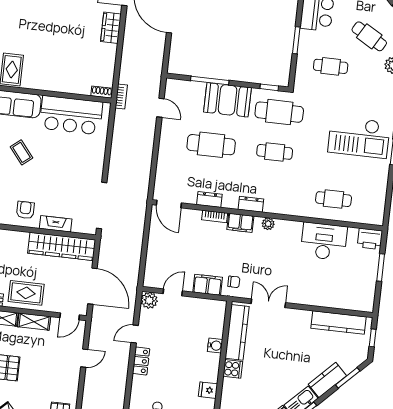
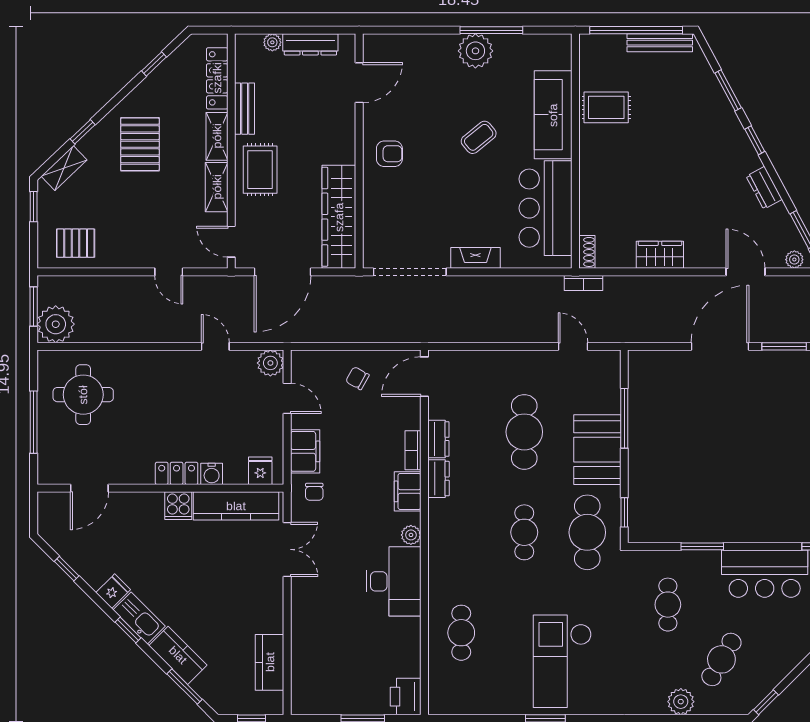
wardrobe: (111, 28) -> (660, 255), moved
door: (160, 108) -> (573, 346), swing flipped
dresser: (251, 204) -> (438, 479), moved
fireplace: (56, 224) -> (475, 258), moved, turned -90
desk: (324, 241) -> (393, 581), moved
chair: (165, 246) -> (357, 378), added
kitchen counter: (339, 322) -> (270, 662), width x0.67
locker: (141, 361) -> (177, 473), moved, turned 180
fridge: (208, 390) -> (260, 471), moved

